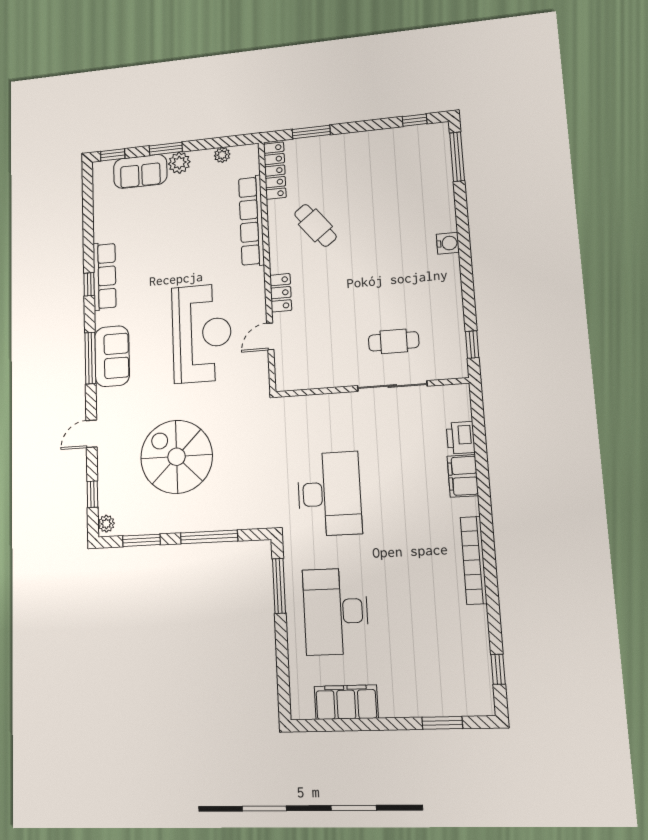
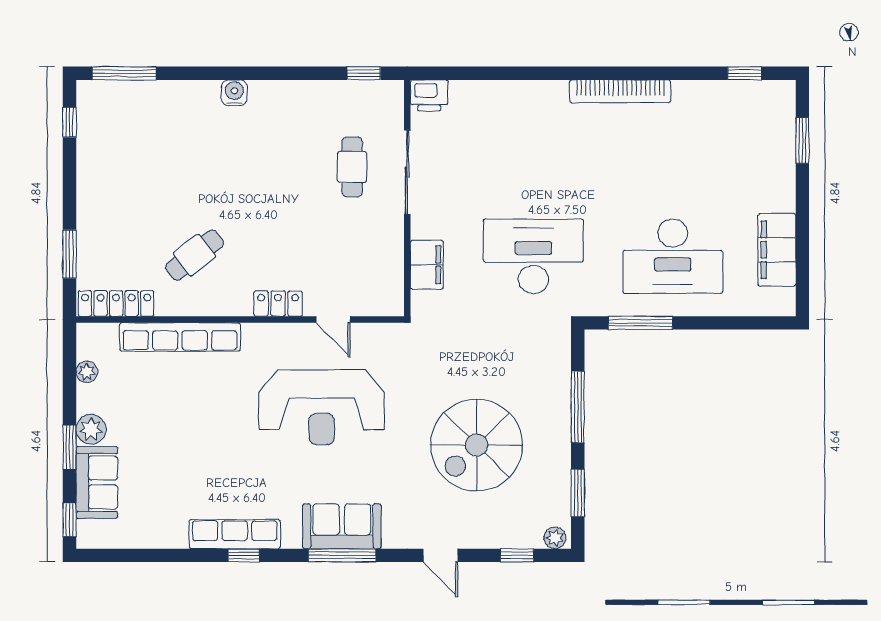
reception desk: (202, 333) -> (322, 407), turned 180
printer: (461, 438) -> (429, 95), moved
filing cabinet: (463, 476) -> (427, 265), moved, turned -90

